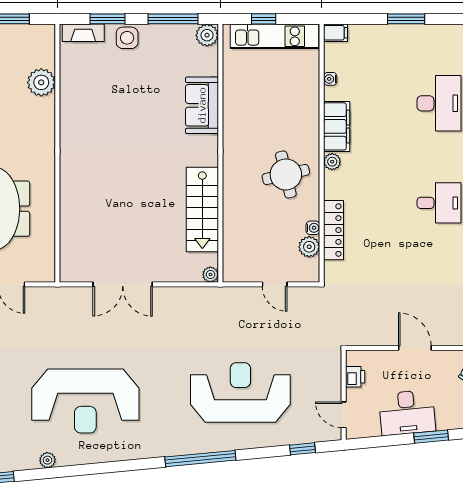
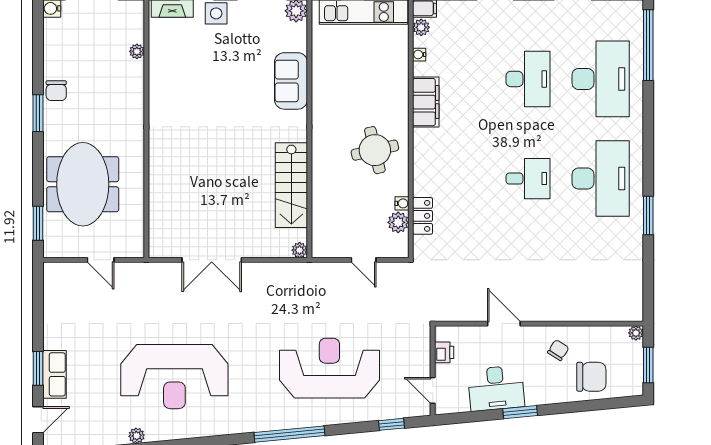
plant: (41, 82) -> (137, 51), width x0.53, depth x0.53
plant: (332, 162) -> (421, 27), moved
locker: (334, 230) -> (423, 216), width x0.66

